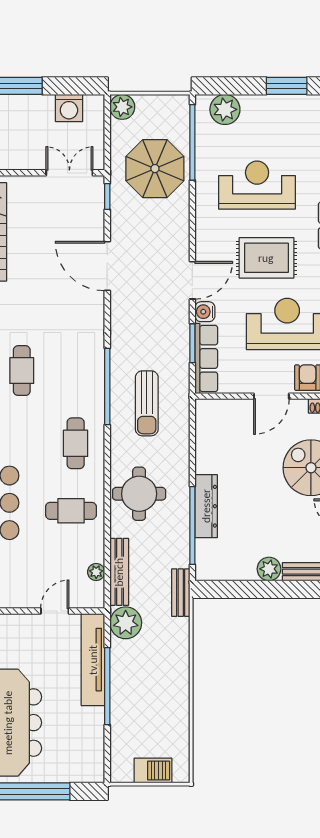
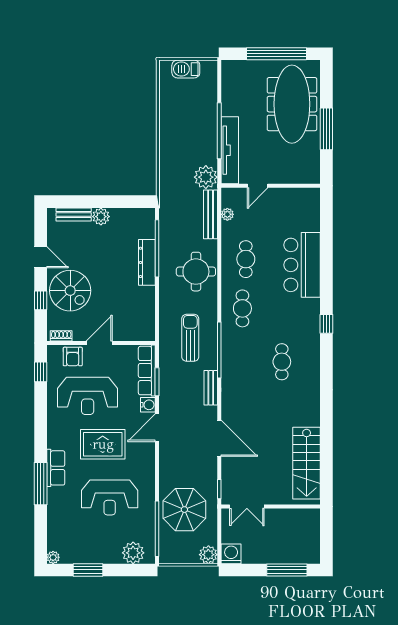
washing machine: (69, 108) -> (231, 554), moved
cafe table: (71, 511) -> (246, 259), turned 90
bench: (181, 593) -> (211, 388), moved

